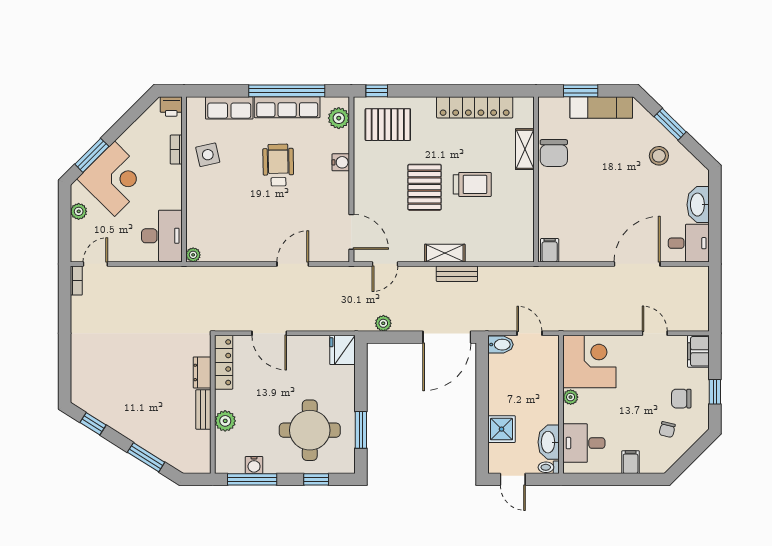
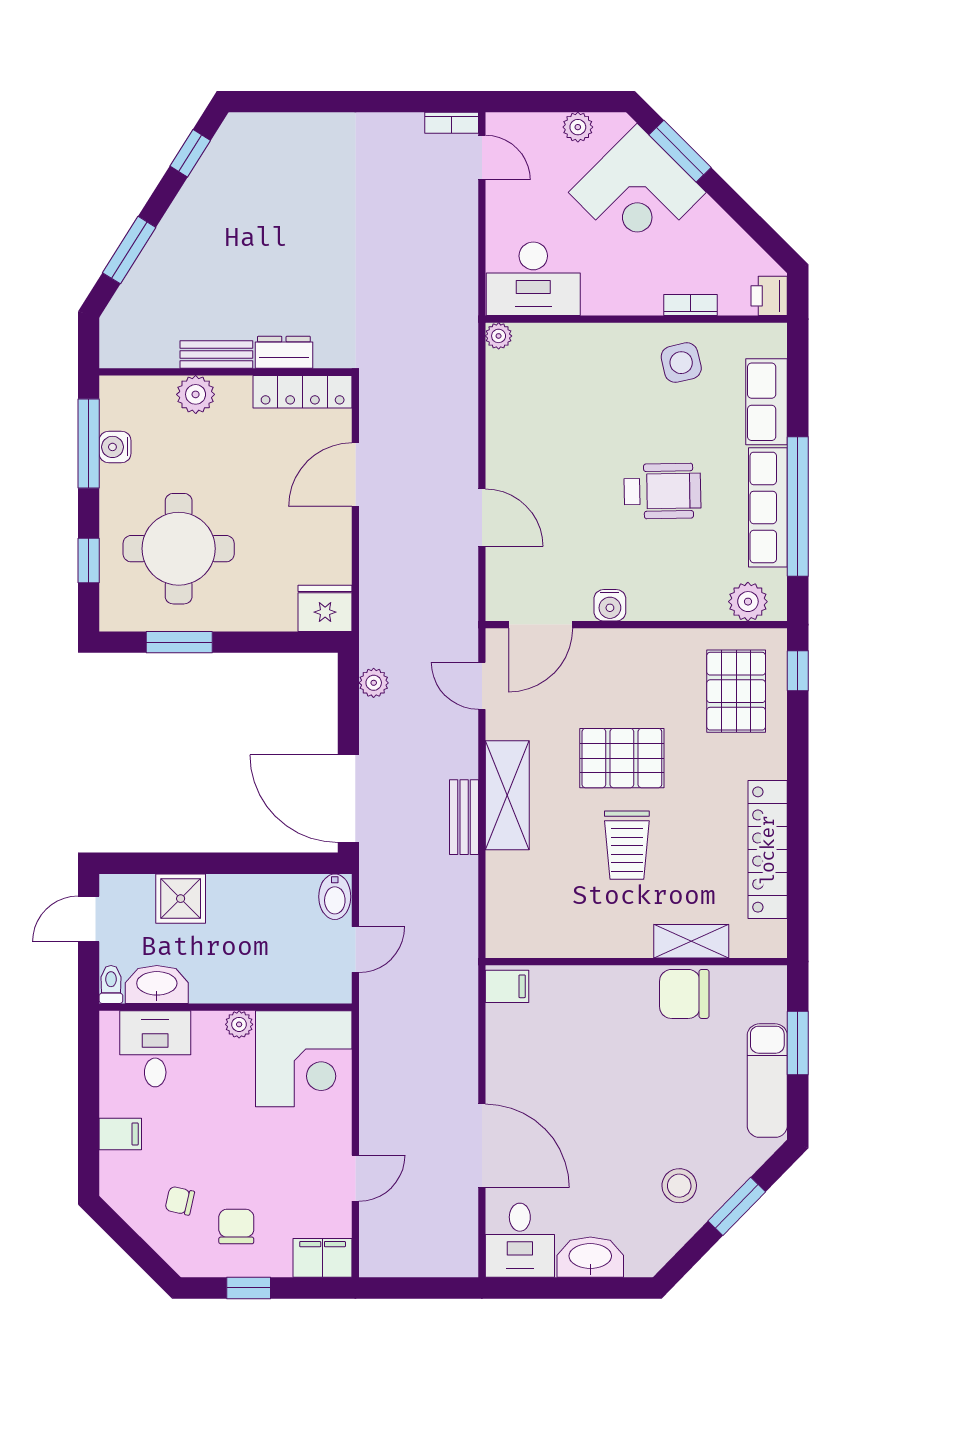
water cooler: (341, 162) -> (610, 605), moved
shelving: (445, 253) -> (507, 795), width x1.50, depth x1.33

